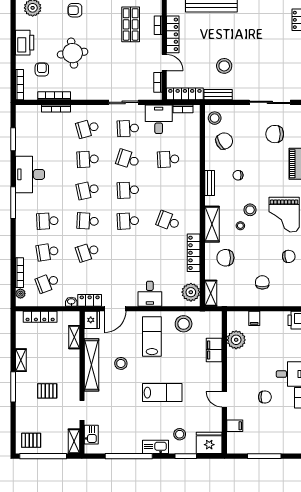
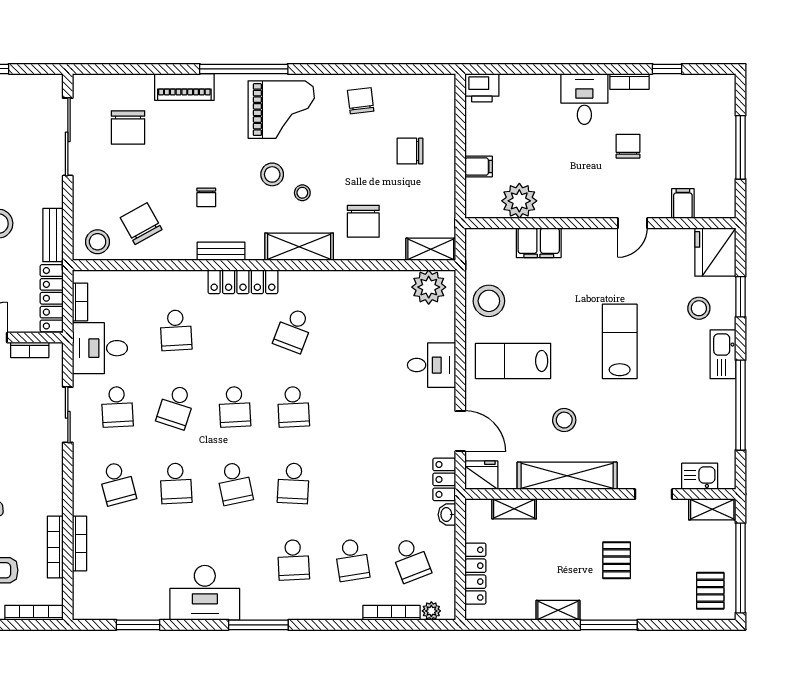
school desk: (88, 252) -> (352, 483), removed
locker: (194, 253) -> (243, 282), moved

